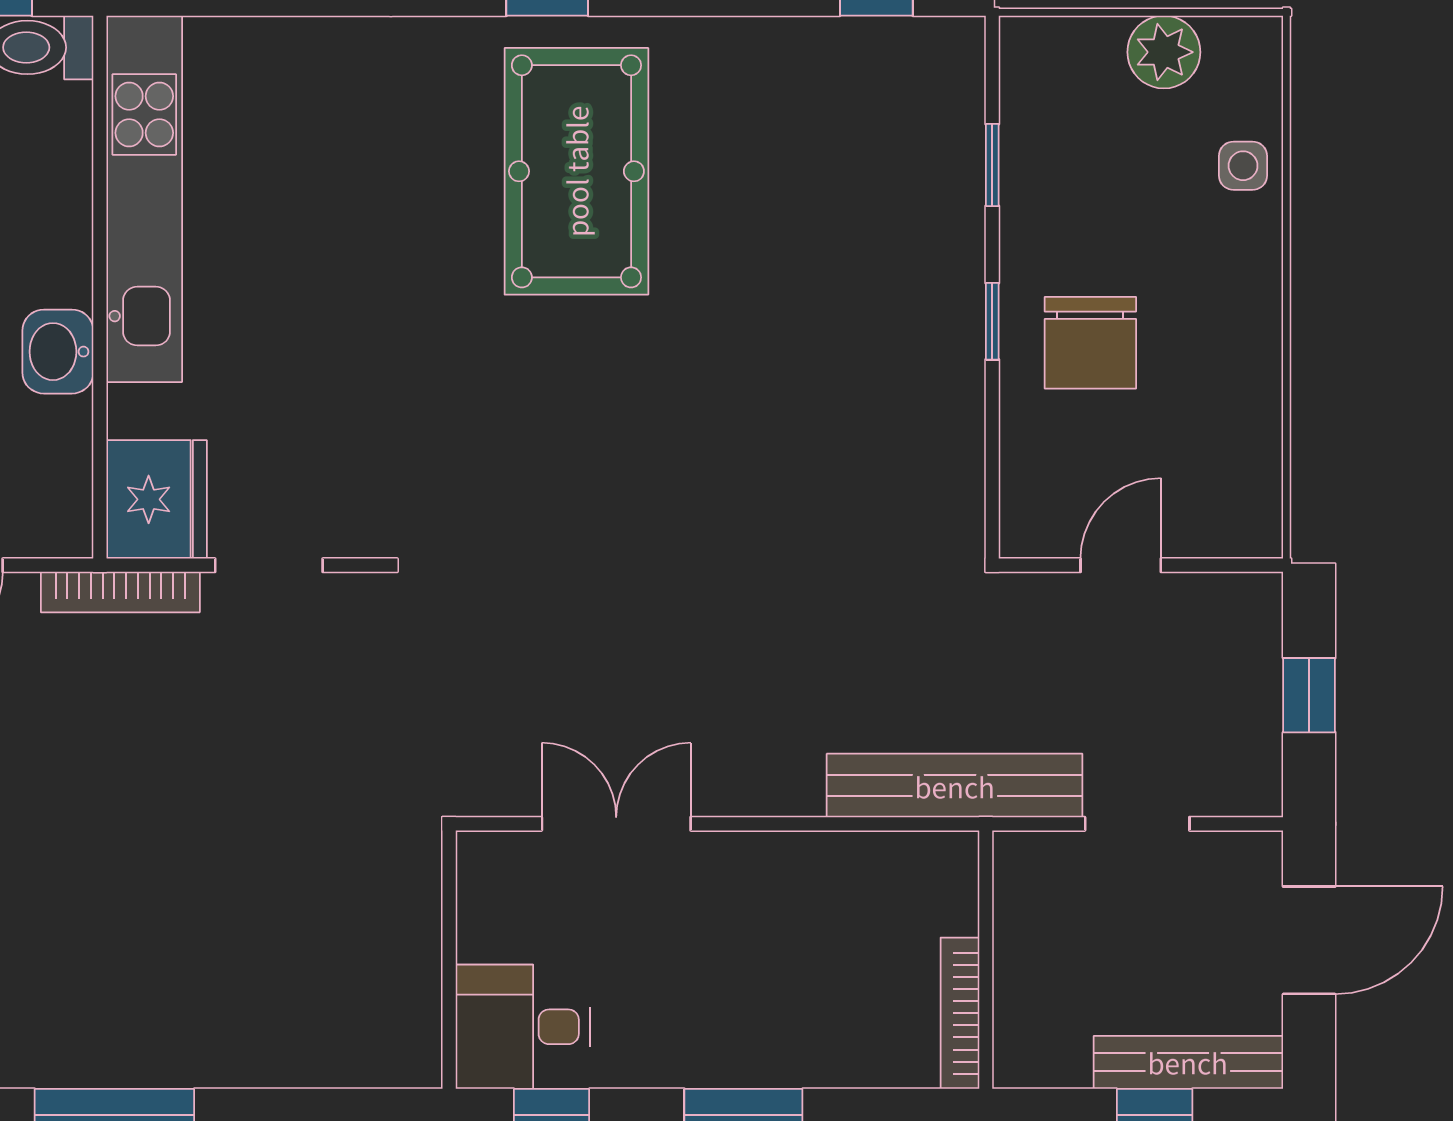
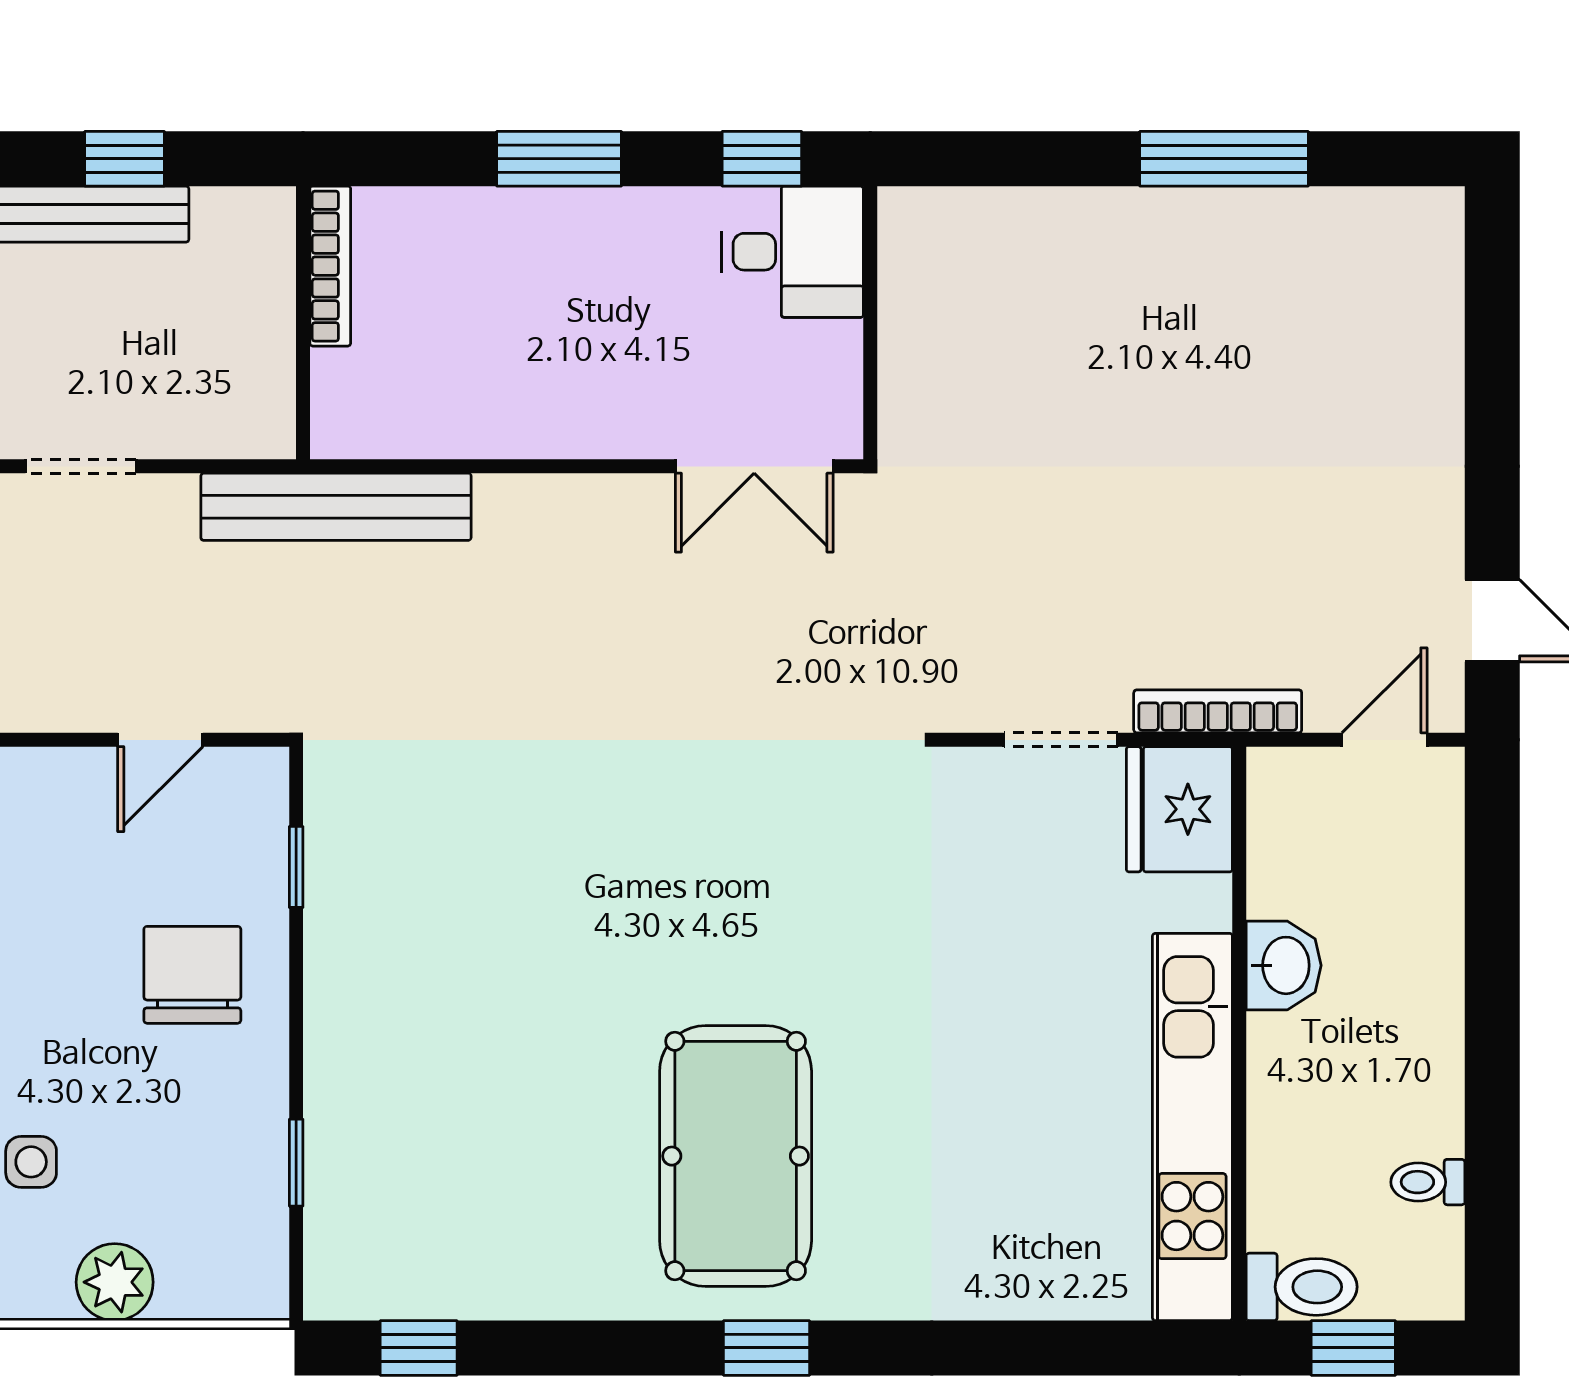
window: (992, 321) -> (296, 867), moved
double door: (616, 824) -> (754, 466), moved
doorway: (1137, 824) -> (81, 466), moved

